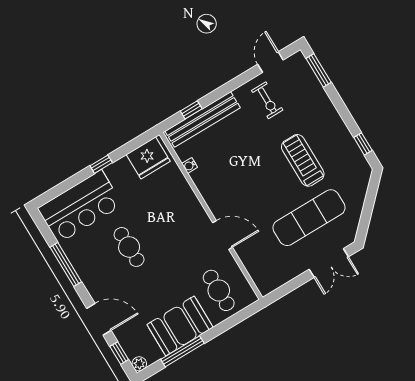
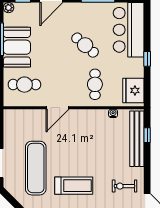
cafe table: (168, 207) -> (95, 84), added
cafe table: (129, 247) -> (85, 45), turned 41

